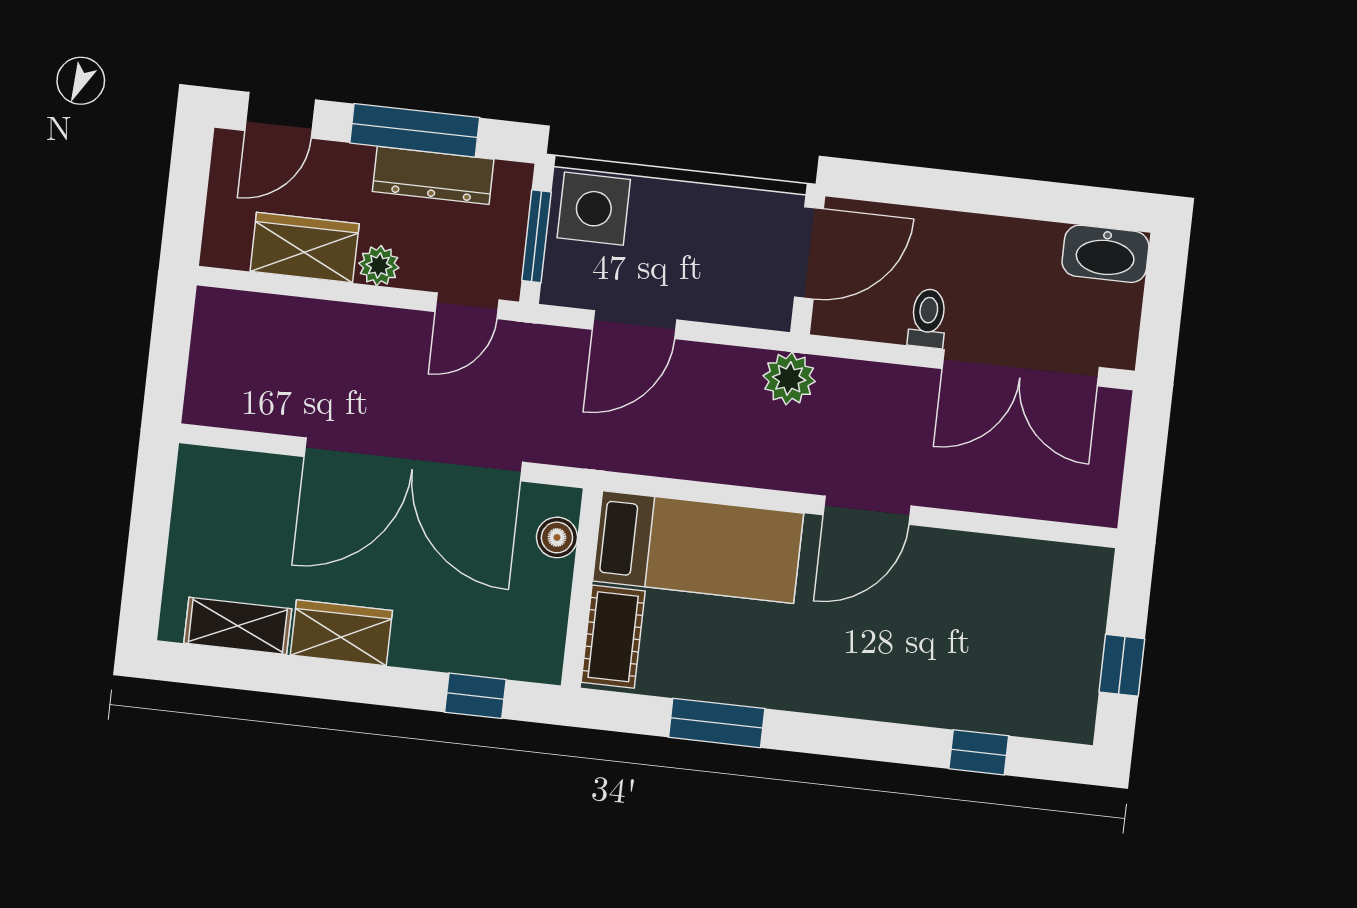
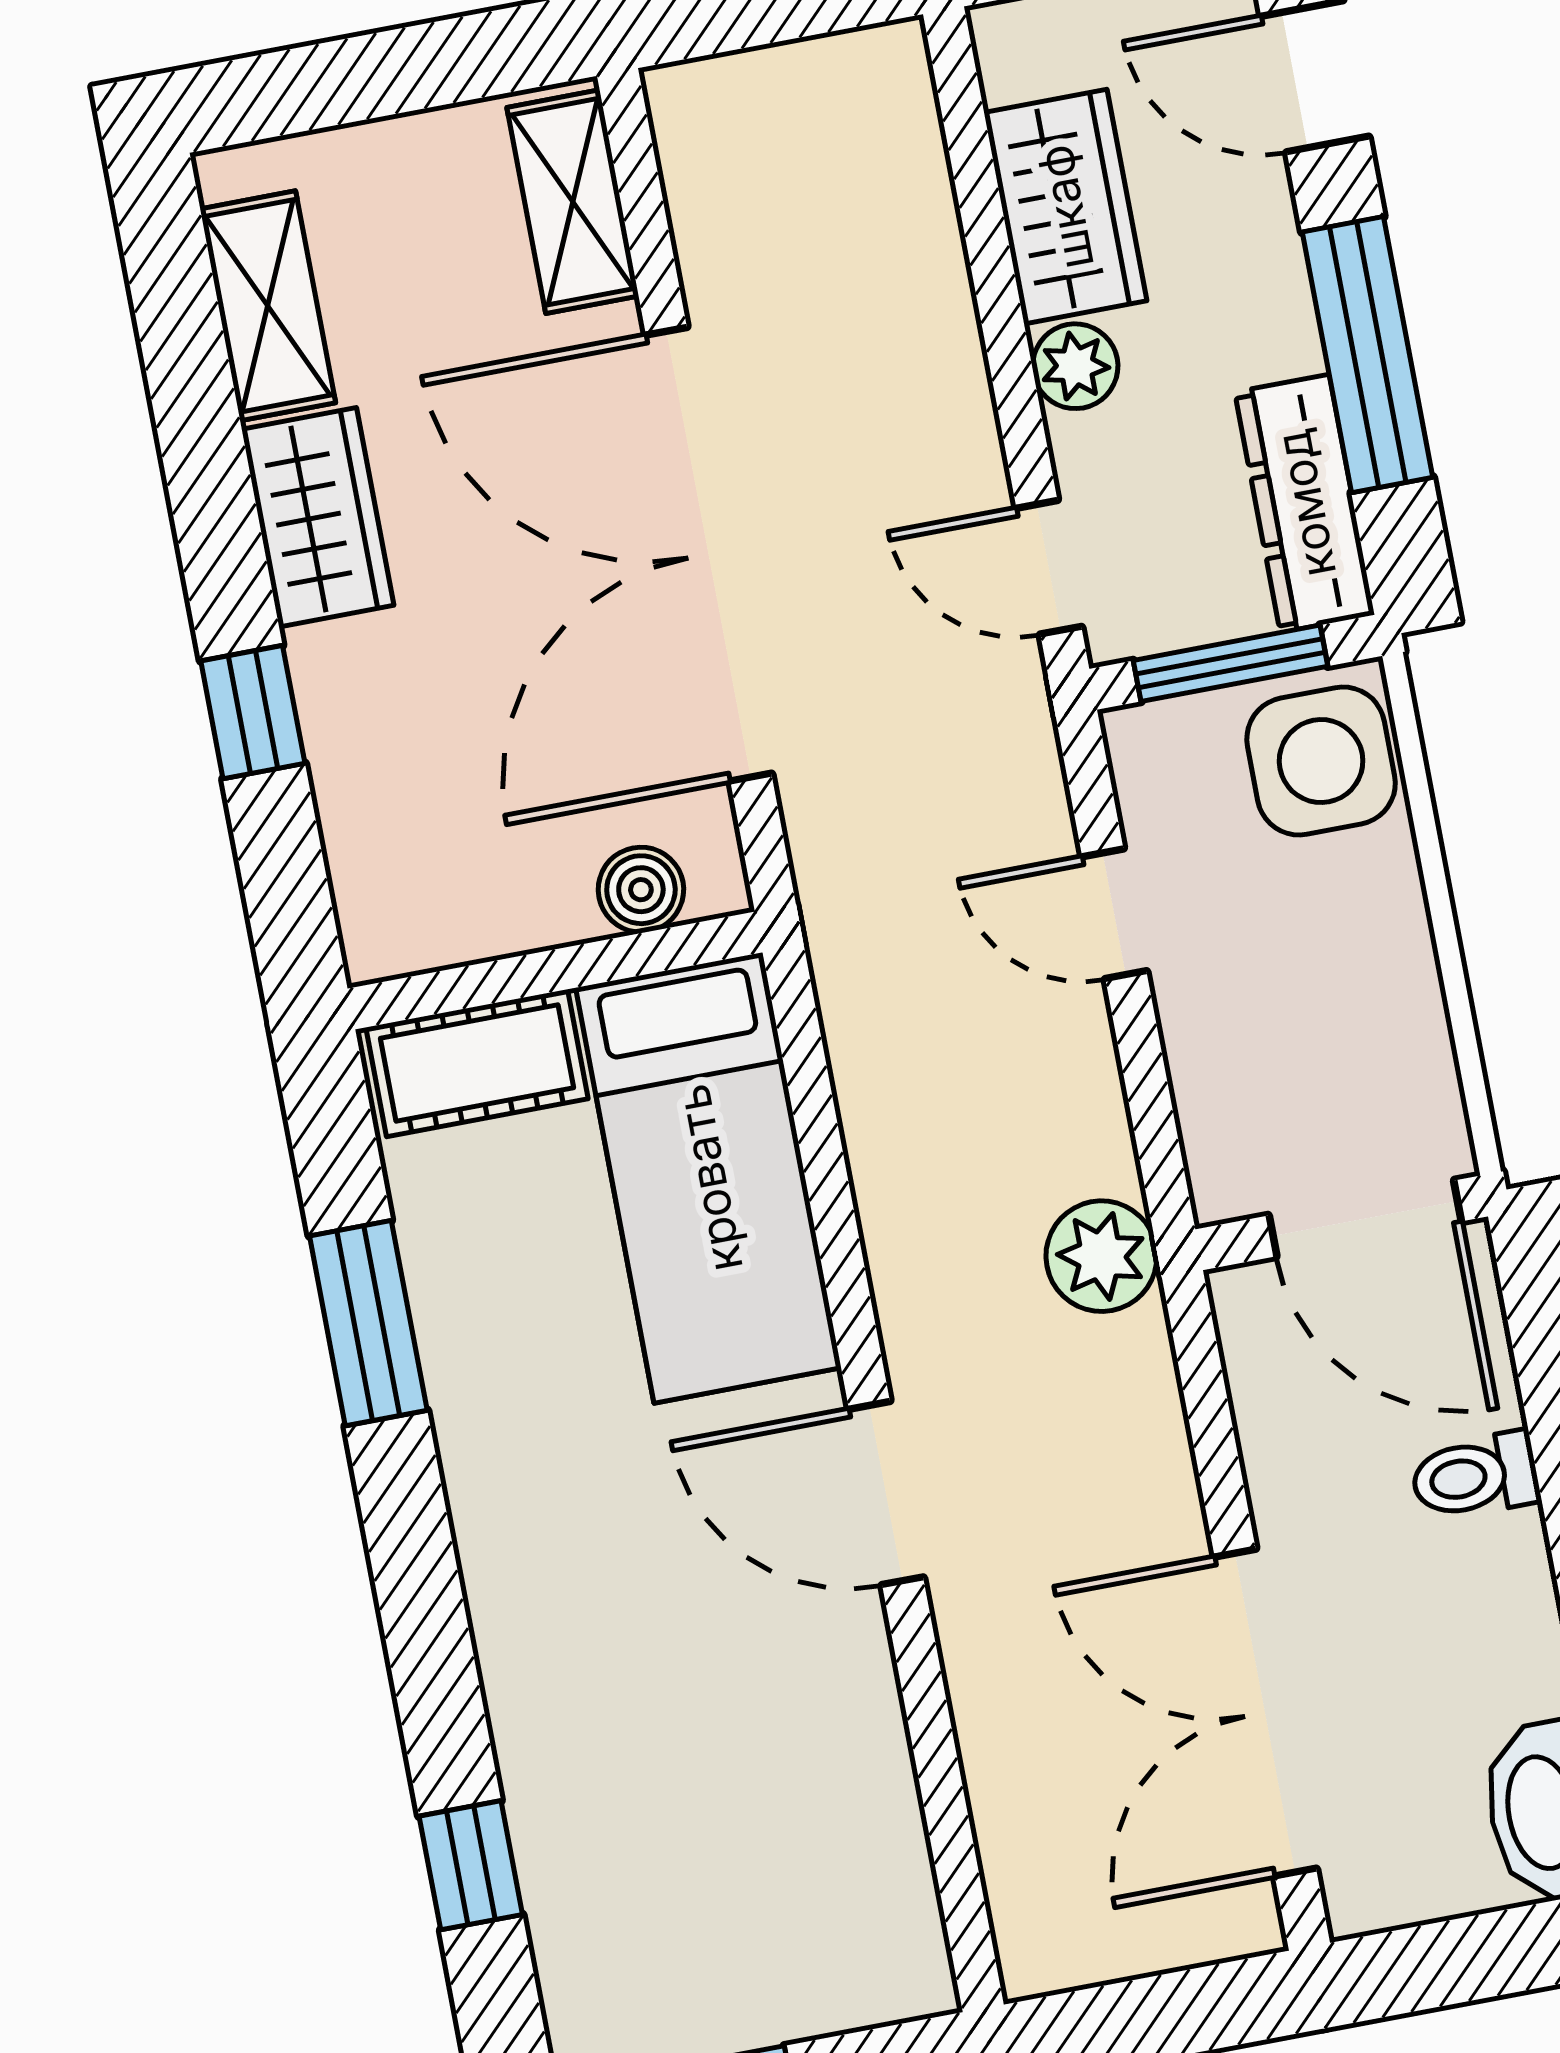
dresser: (433, 175) -> (1305, 503), moved
toilet: (928, 318) -> (1475, 1476), moved, turned 180
door: (635, 325) -> (1114, 914), width x0.73
shelving: (233, 472) -> (573, 202), added
window: (475, 696) -> (253, 712), moved

